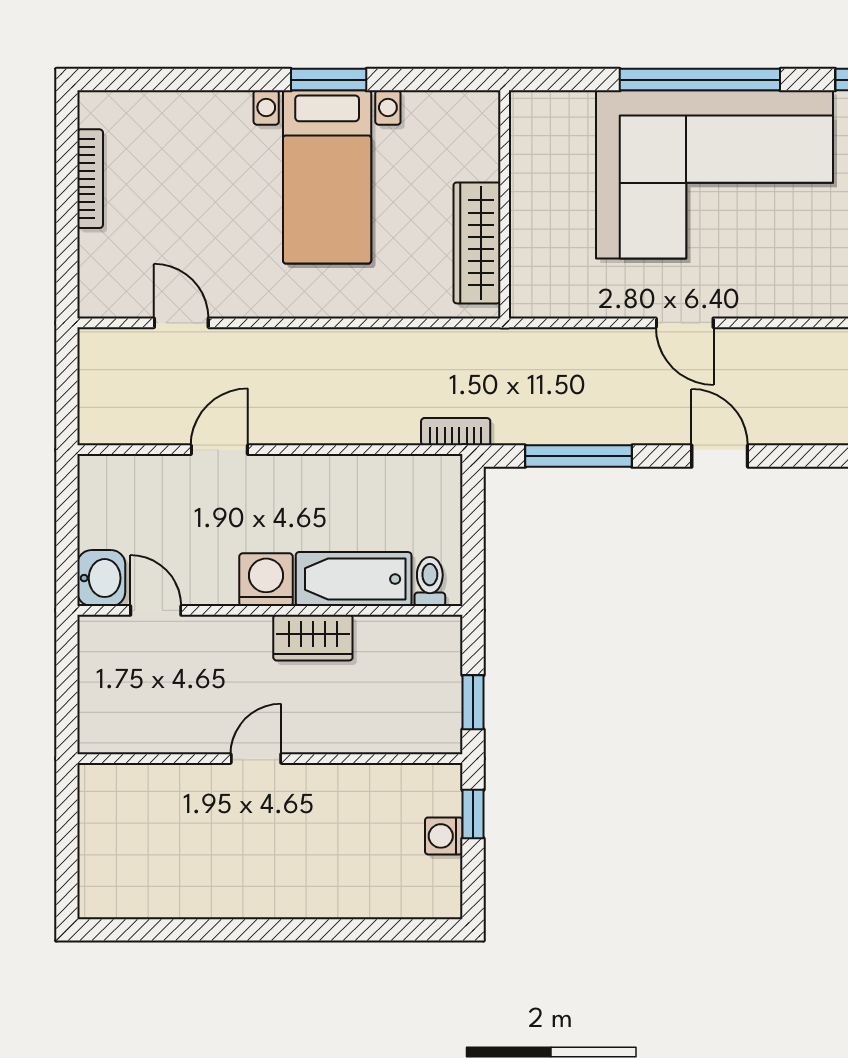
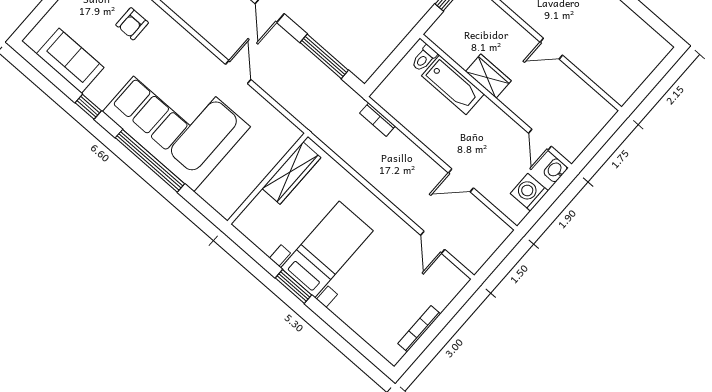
bookcase: (456, 432) -> (377, 120), moved
washbasin: (101, 578) -> (555, 170), width x0.72, depth x0.69
washing machine: (266, 580) -> (529, 192), moved, turned 90

